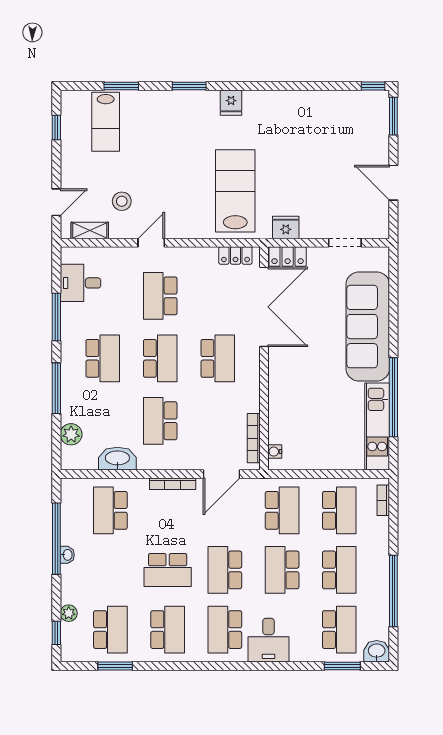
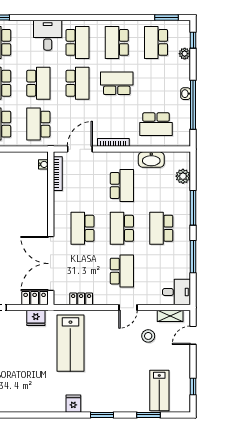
lab bench: (106, 122) -> (159, 390), turned 180
locker: (235, 255) -> (81, 299), moved
desk: (81, 283) -> (176, 292), moved
school desk: (110, 510) -> (156, 124), turned 90
window: (115, 666) -> (166, 17), moved

